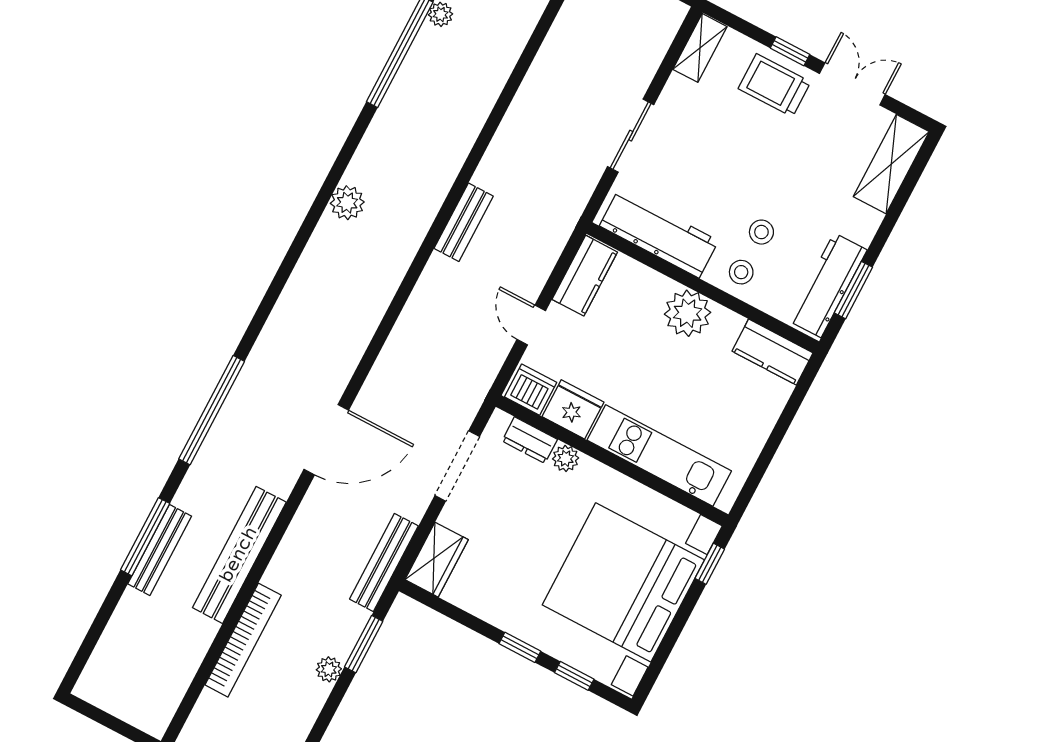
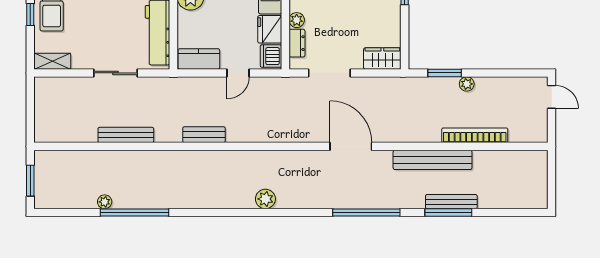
plant: (347, 203) -> (265, 199), moved
bench: (384, 563) -> (126, 135), moved

